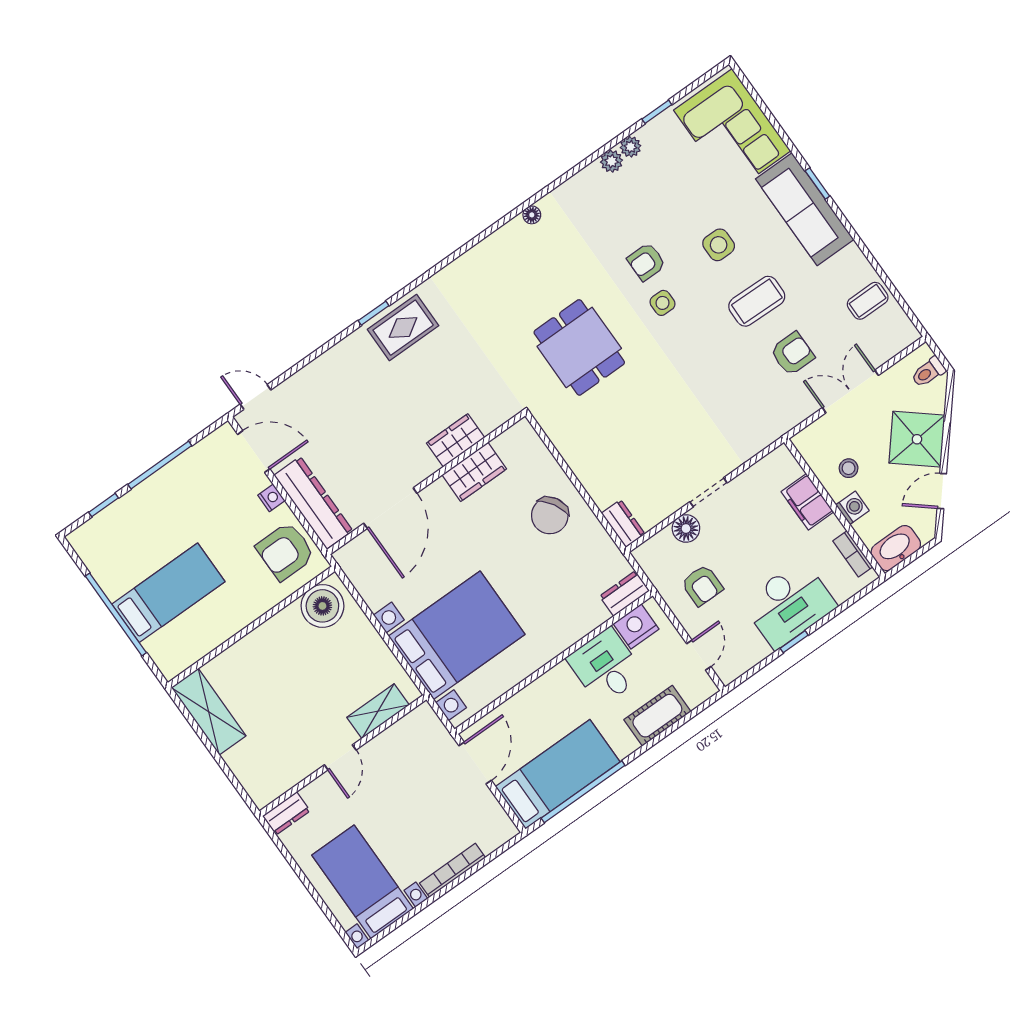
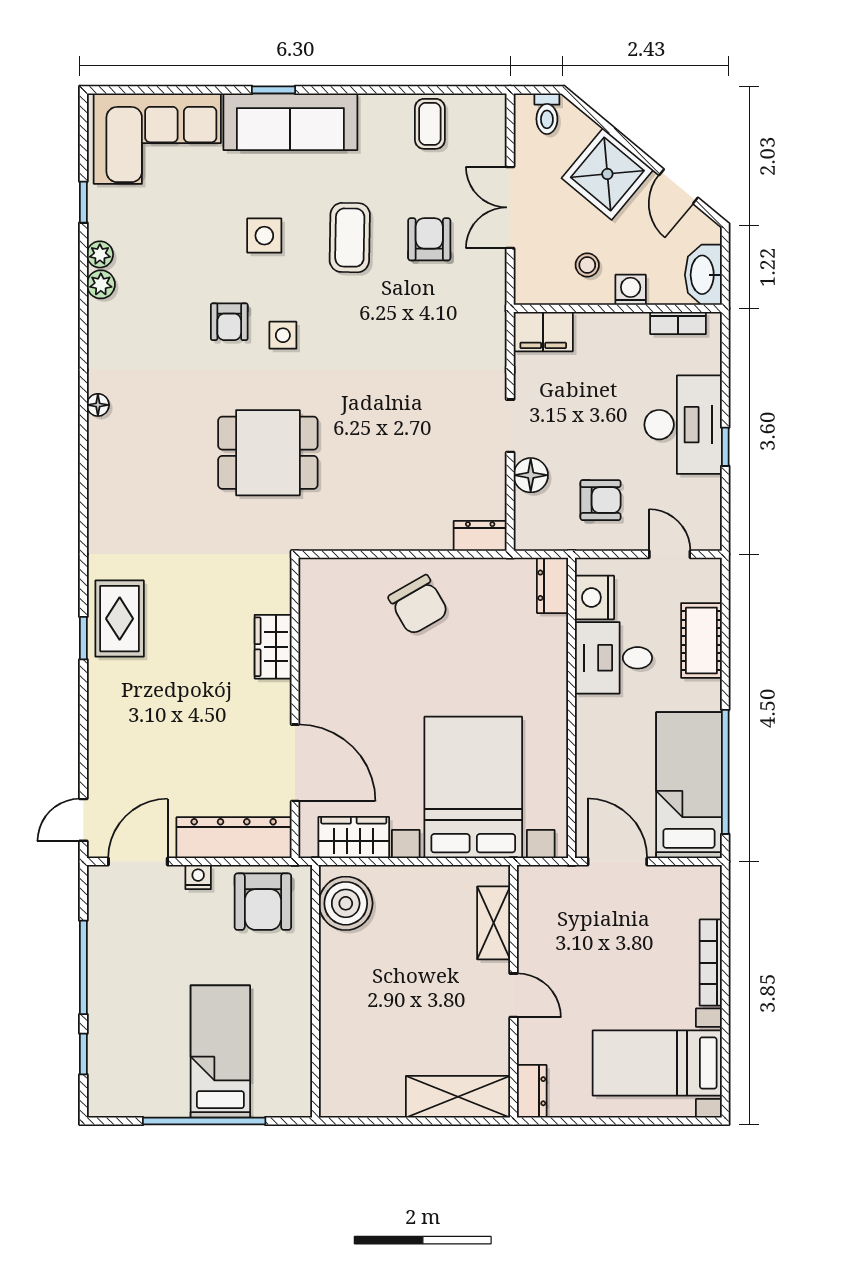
wardrobe: (474, 472) -> (354, 837), moved, turned -90
filing cabinet: (807, 502) -> (543, 332), moved
shelving: (209, 712) -> (458, 1097), moved

